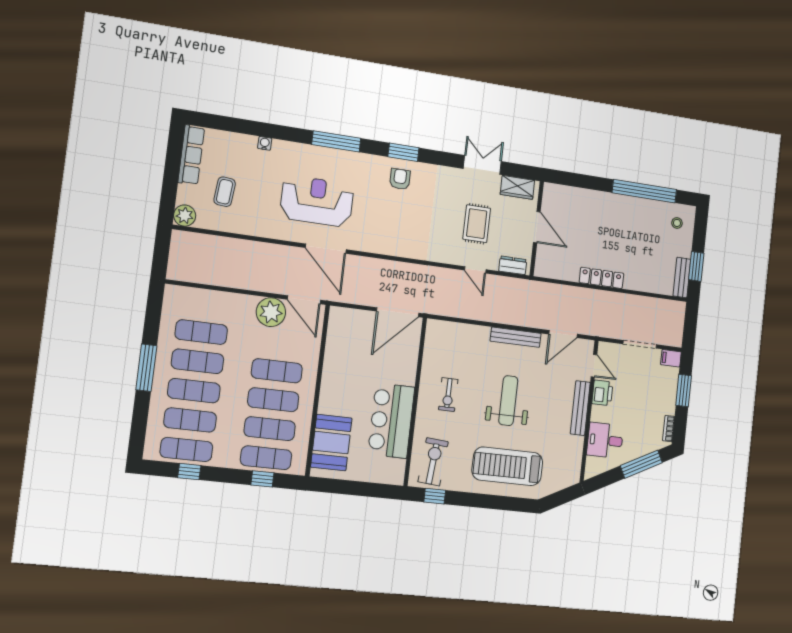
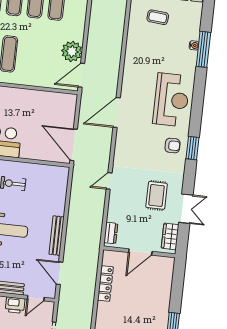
window: (336, 141) -> (203, 49), moved
reception desk: (317, 201) -> (171, 100), moved
rug: (477, 224) -> (157, 195), moved, turned 90
door: (326, 249) -> (117, 112), moved
door: (475, 270) -> (109, 181), moved
locker: (602, 278) -> (105, 284), moved
exercise mat: (277, 371) -> (30, 56), removed

